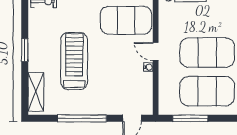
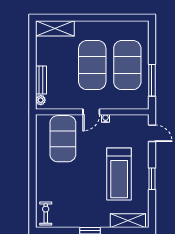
treadmill: (74, 61) -> (119, 174), moved, turned -90
window: (82, 118) -> (152, 179), width x0.47

